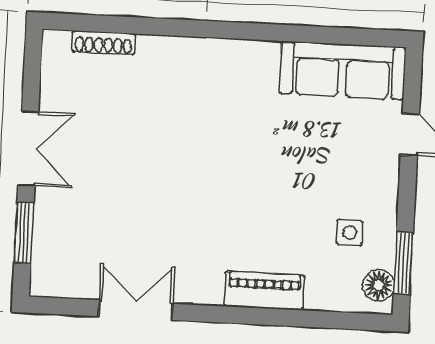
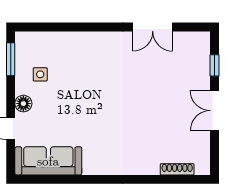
window: (24, 233) -> (215, 65), width x0.67
floor lamp: (379, 285) -> (23, 104), moved
piano: (264, 291) -> (84, 41), removed

